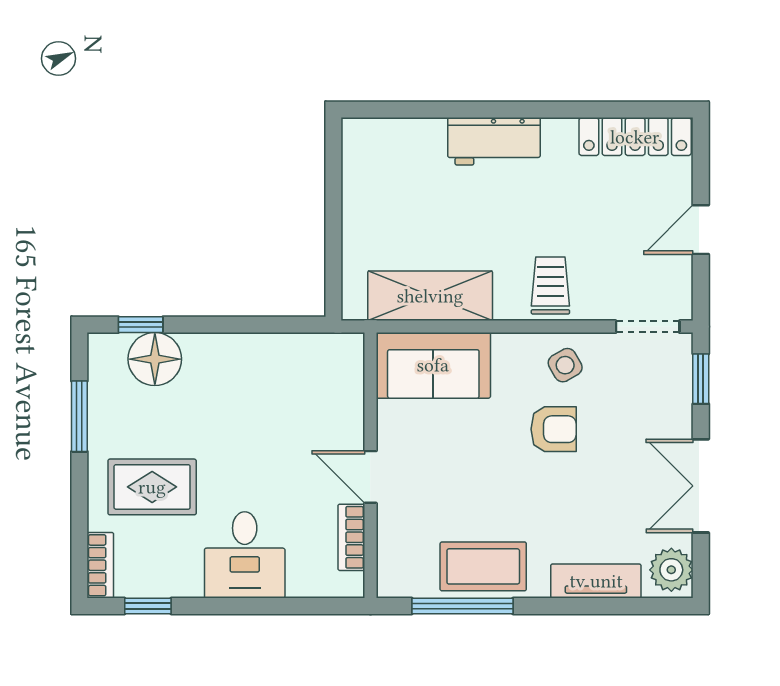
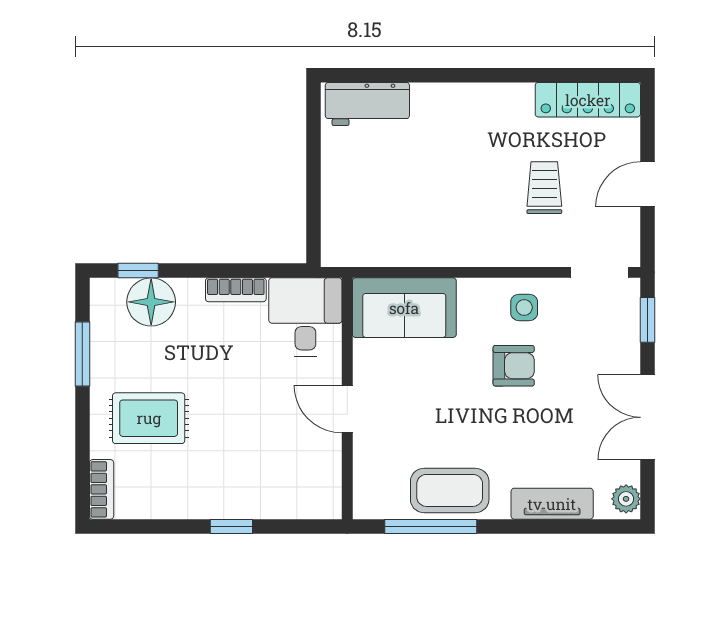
workbench: (494, 141) -> (367, 104), moved
trolley: (550, 285) -> (544, 188), moved
shelving: (430, 296) -> (401, 244), removed
side table: (565, 365) -> (524, 307), turned 30
bookcase: (351, 537) -> (236, 290), moved, turned -90
desk: (245, 555) -> (305, 317), moved, turned 180
plant: (671, 570) -> (626, 499), width x0.73, depth x0.73
window: (148, 606) -> (231, 526), moved

